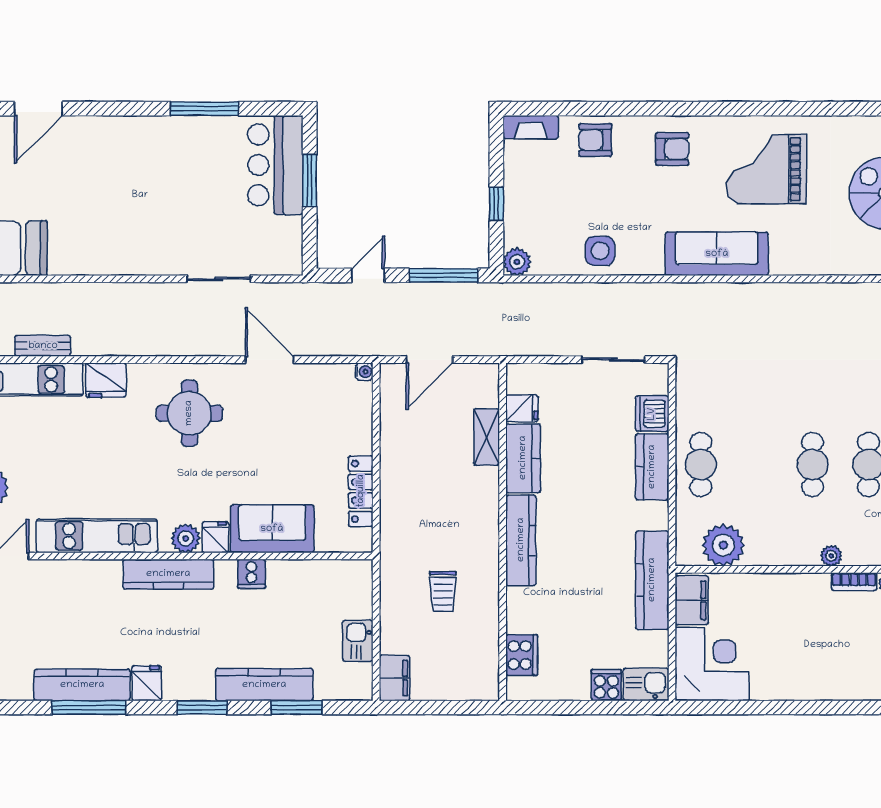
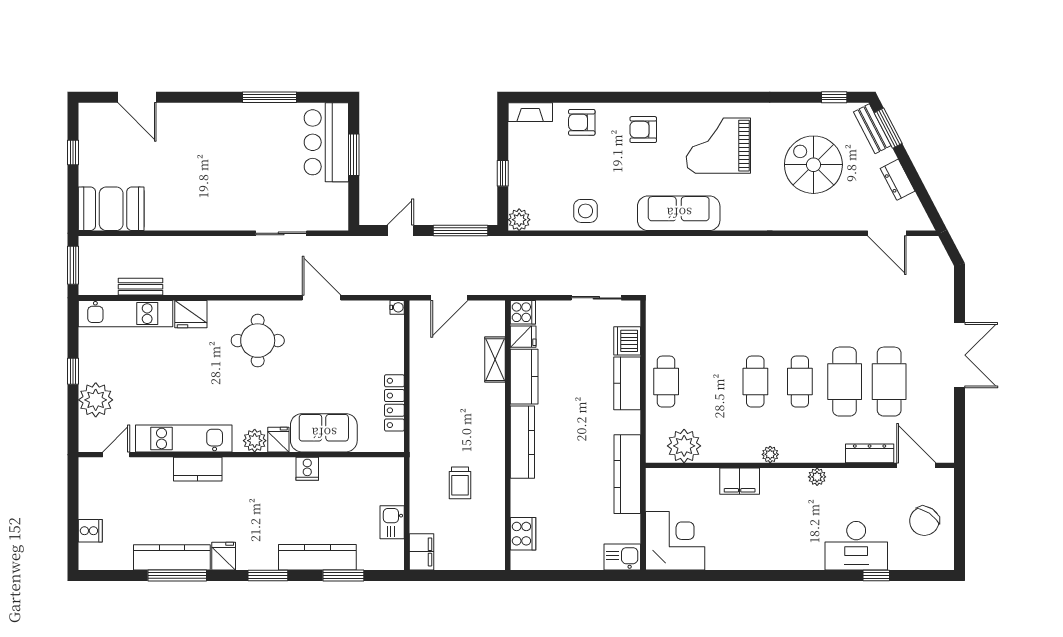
door: (38, 109) -> (137, 97), hinge flipped
armchair: (672, 149) -> (643, 130), turned 180
kitchen counter: (168, 574) -> (198, 469), moved, width x0.67
bookcase: (854, 582) -> (788, 475), removed
filing cabinet: (692, 600) -> (740, 481), moved, turned 90
cooker: (606, 685) -> (523, 312), moved, turned 90

